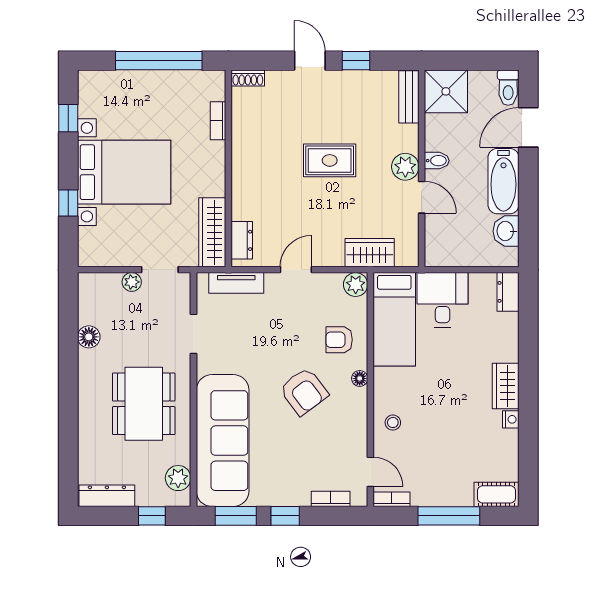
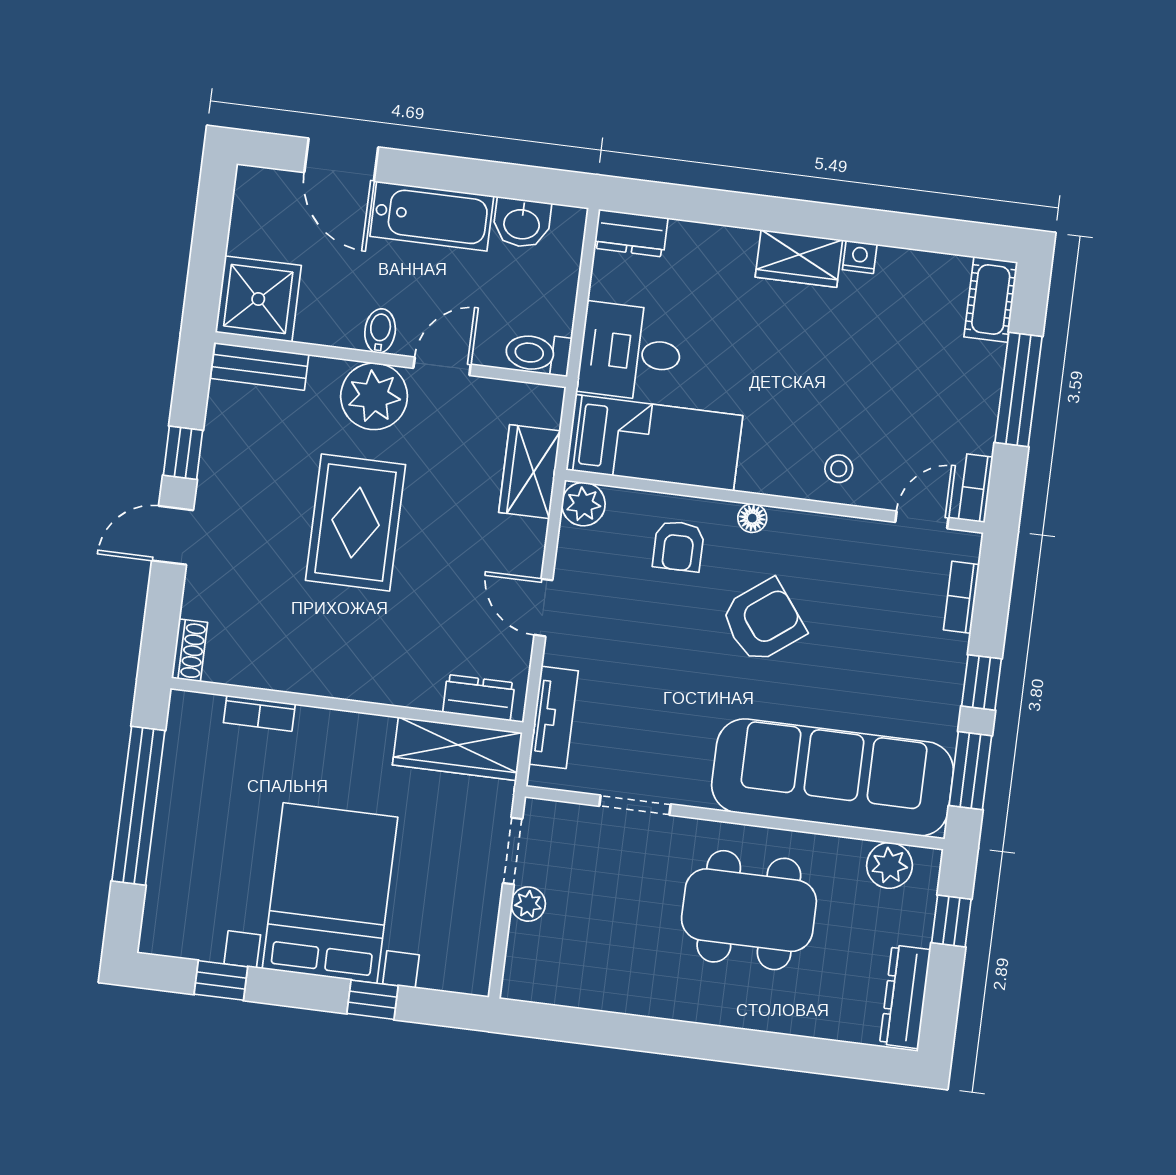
toilet: (508, 88) -> (538, 354), moved, turned 180
rug: (330, 160) -> (356, 522), width x1.36, depth x1.43
plant: (405, 167) -> (374, 396), width x1.36, depth x1.36
floor lamp: (89, 337) -> (617, 993), removed

